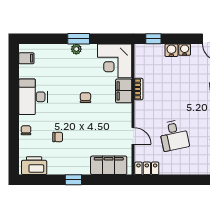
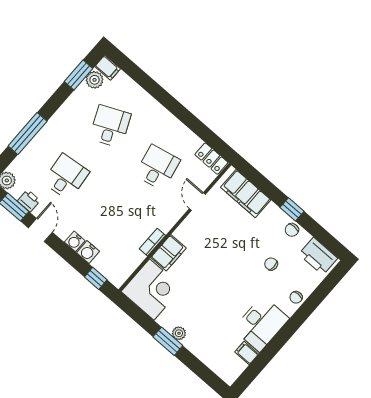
filing cabinet: (26, 58) -> (247, 353), moved
chair: (85, 98) -> (292, 230), moved

